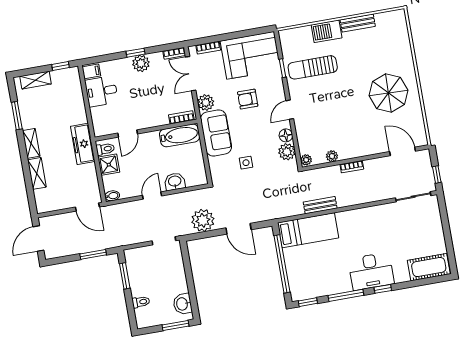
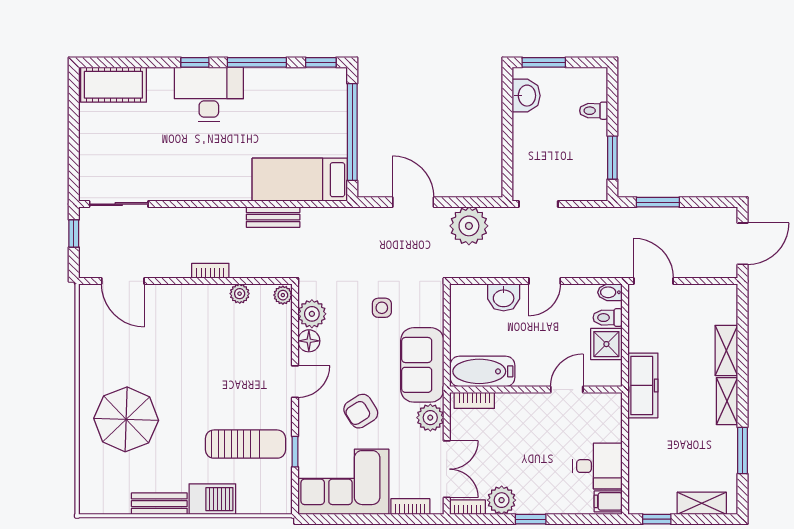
plant: (141, 63) -> (502, 500), moved
parasol: (388, 93) -> (126, 419), moved
armchair: (248, 99) -> (361, 411), turned 148
toilet: (105, 149) -> (608, 318), moved

